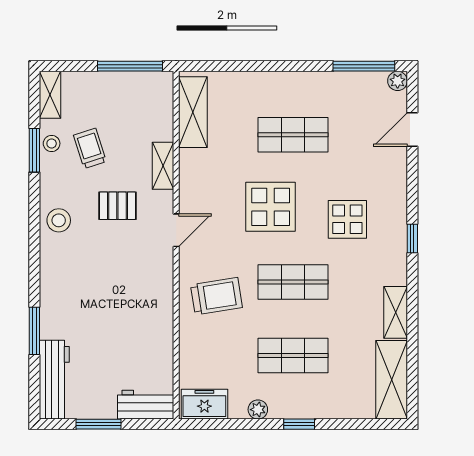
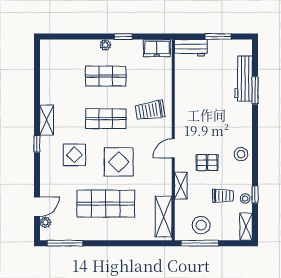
plant: (398, 81) -> (45, 222), moved
stool: (128, 97) -> (201, 225), added
shop shelf: (293, 135) -> (106, 204), width x1.43, depth x1.36
trolley: (90, 148) -> (223, 196), turned -72
window: (34, 150) -> (255, 195), width x0.67
shelving: (396, 312) -> (47, 120), moved
workbench: (54, 380) -> (244, 78), moved
shelving: (392, 380) -> (49, 62), removed
plant: (258, 410) -> (105, 45), moved
window: (299, 424) -> (123, 37), moved

